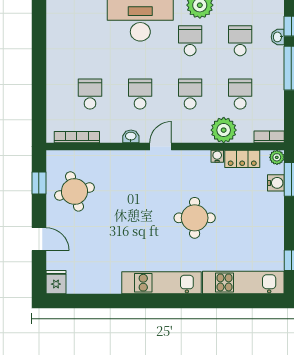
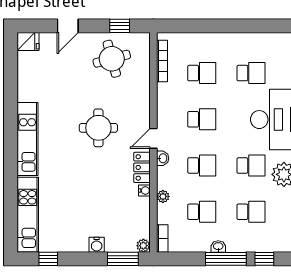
washbasin: (278, 37) -> (218, 247), moved
school desk: (90, 41) -> (251, 73), added
plant: (224, 130) -> (163, 196), width x0.53, depth x0.53
washbasin: (131, 136) -> (163, 158), moved
door: (161, 146) -> (153, 138), swing flipped
locker: (242, 159) -> (142, 167), moved
water cooler: (276, 183) -> (97, 245), moved
round table: (195, 218) -> (98, 128), moved

